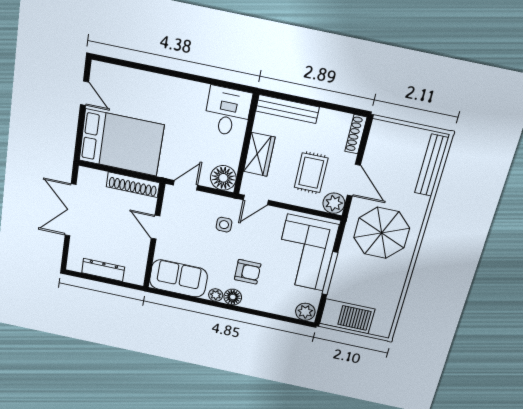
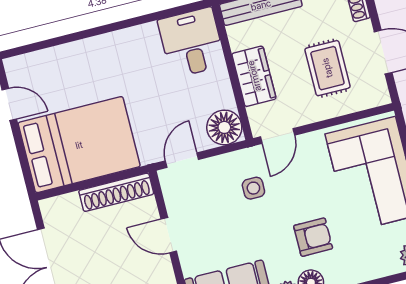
plant: (334, 203) -> (374, 92), removed

